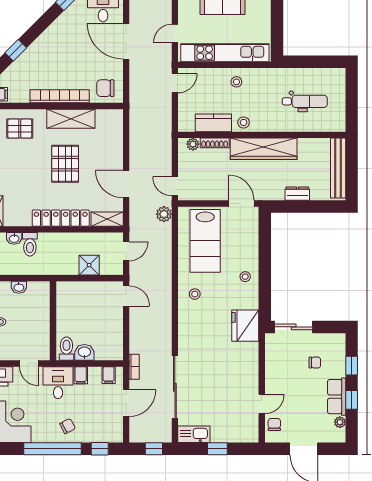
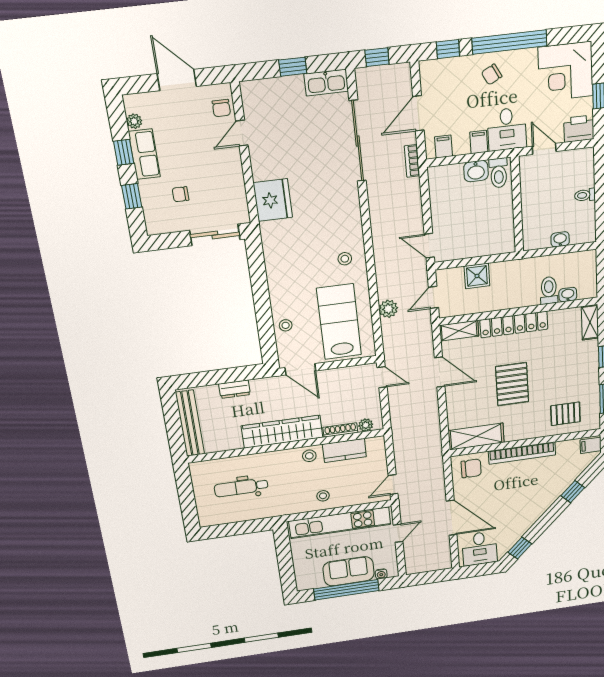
shelving: (71, 119) -> (476, 437), moved
plant: (164, 214) -> (388, 309), moved
stool: (245, 277) -> (286, 325), moved
fridge: (245, 326) -> (273, 200), moved

